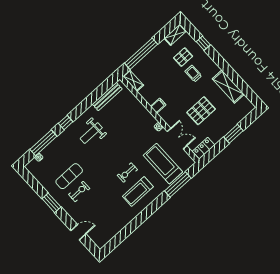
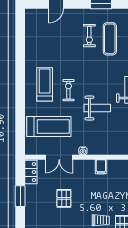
pallet: (201, 111) -> (64, 198), width x0.67, depth x0.71
window: (233, 134) -> (20, 196), moved
weight bench: (122, 143) -> (97, 108), added
window: (178, 185) -> (20, 123), removed

